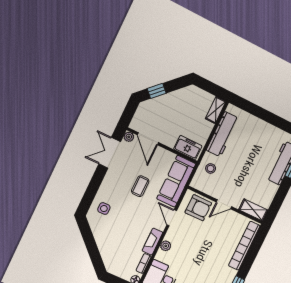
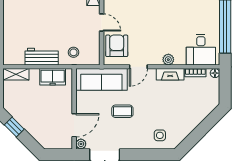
window: (157, 91) -> (14, 127), moved
workbench: (223, 134) -> (42, 57), width x0.73
freezer: (188, 148) -> (53, 77), moved, turned -90

